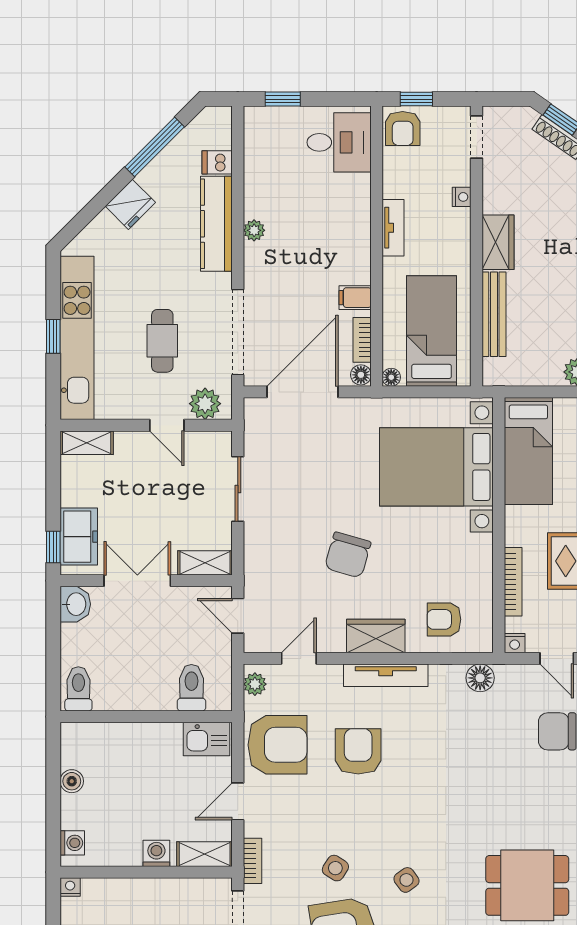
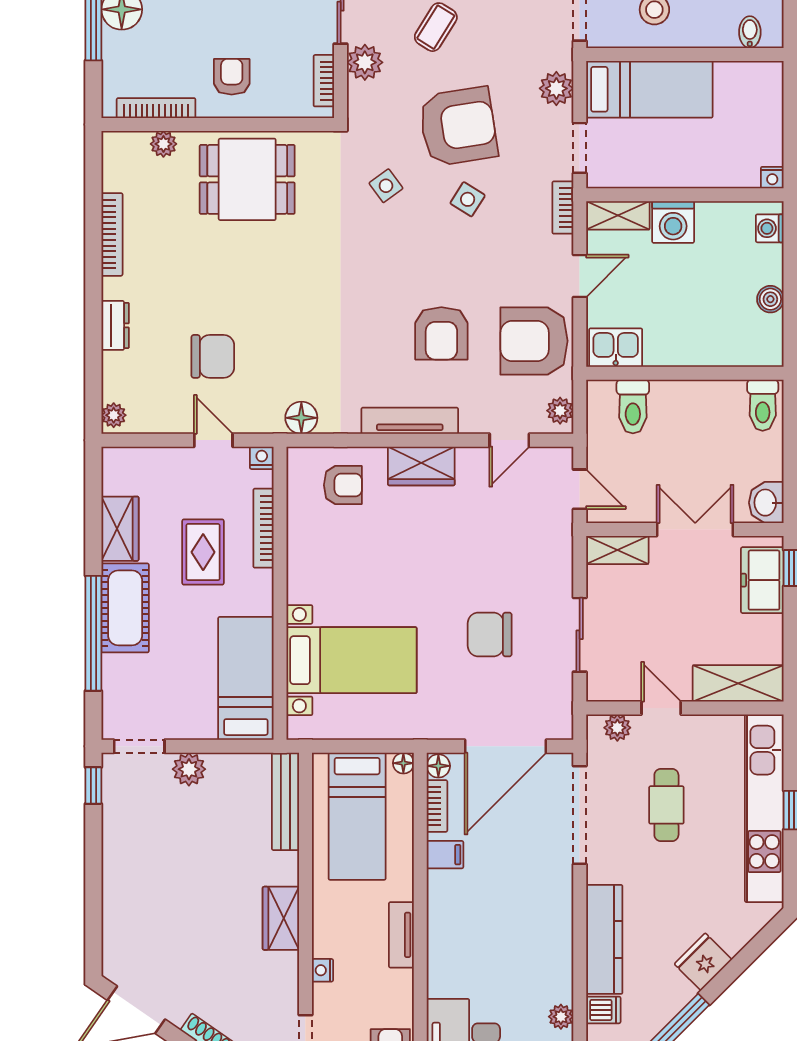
plant: (254, 230) -> (561, 1017), moved
bench: (494, 314) -> (285, 801), moved
plant: (205, 404) -> (617, 728), width x0.73, depth x0.73
shelving: (87, 443) -> (738, 683), width x1.50, depth x1.33
bed with nightstands: (436, 467) -> (352, 660), width x0.73
chair: (348, 555) -> (490, 635), moved, turned -106
double door: (137, 581) -> (695, 529), swing flipped
washing machine: (156, 853) -> (673, 222), width x1.38, depth x1.38

